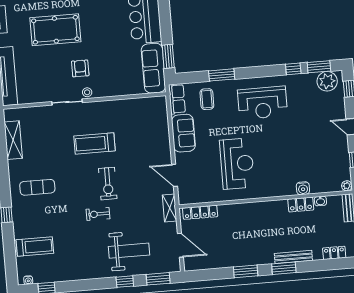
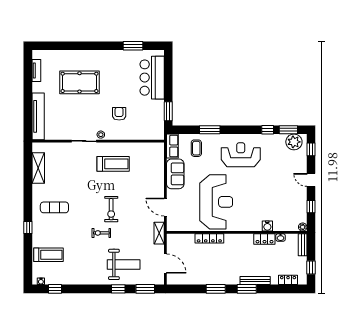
armchair: (80, 68) -> (119, 114), moved
sofa: (153, 68) -> (156, 120), removed
reception desk: (263, 103) -> (241, 155), turned 180
treadmill: (94, 143) -> (113, 164), moved, turned 180
reception desk: (237, 164) -> (216, 202), width x1.36, depth x1.30
locker: (200, 212) -> (209, 238), moved

